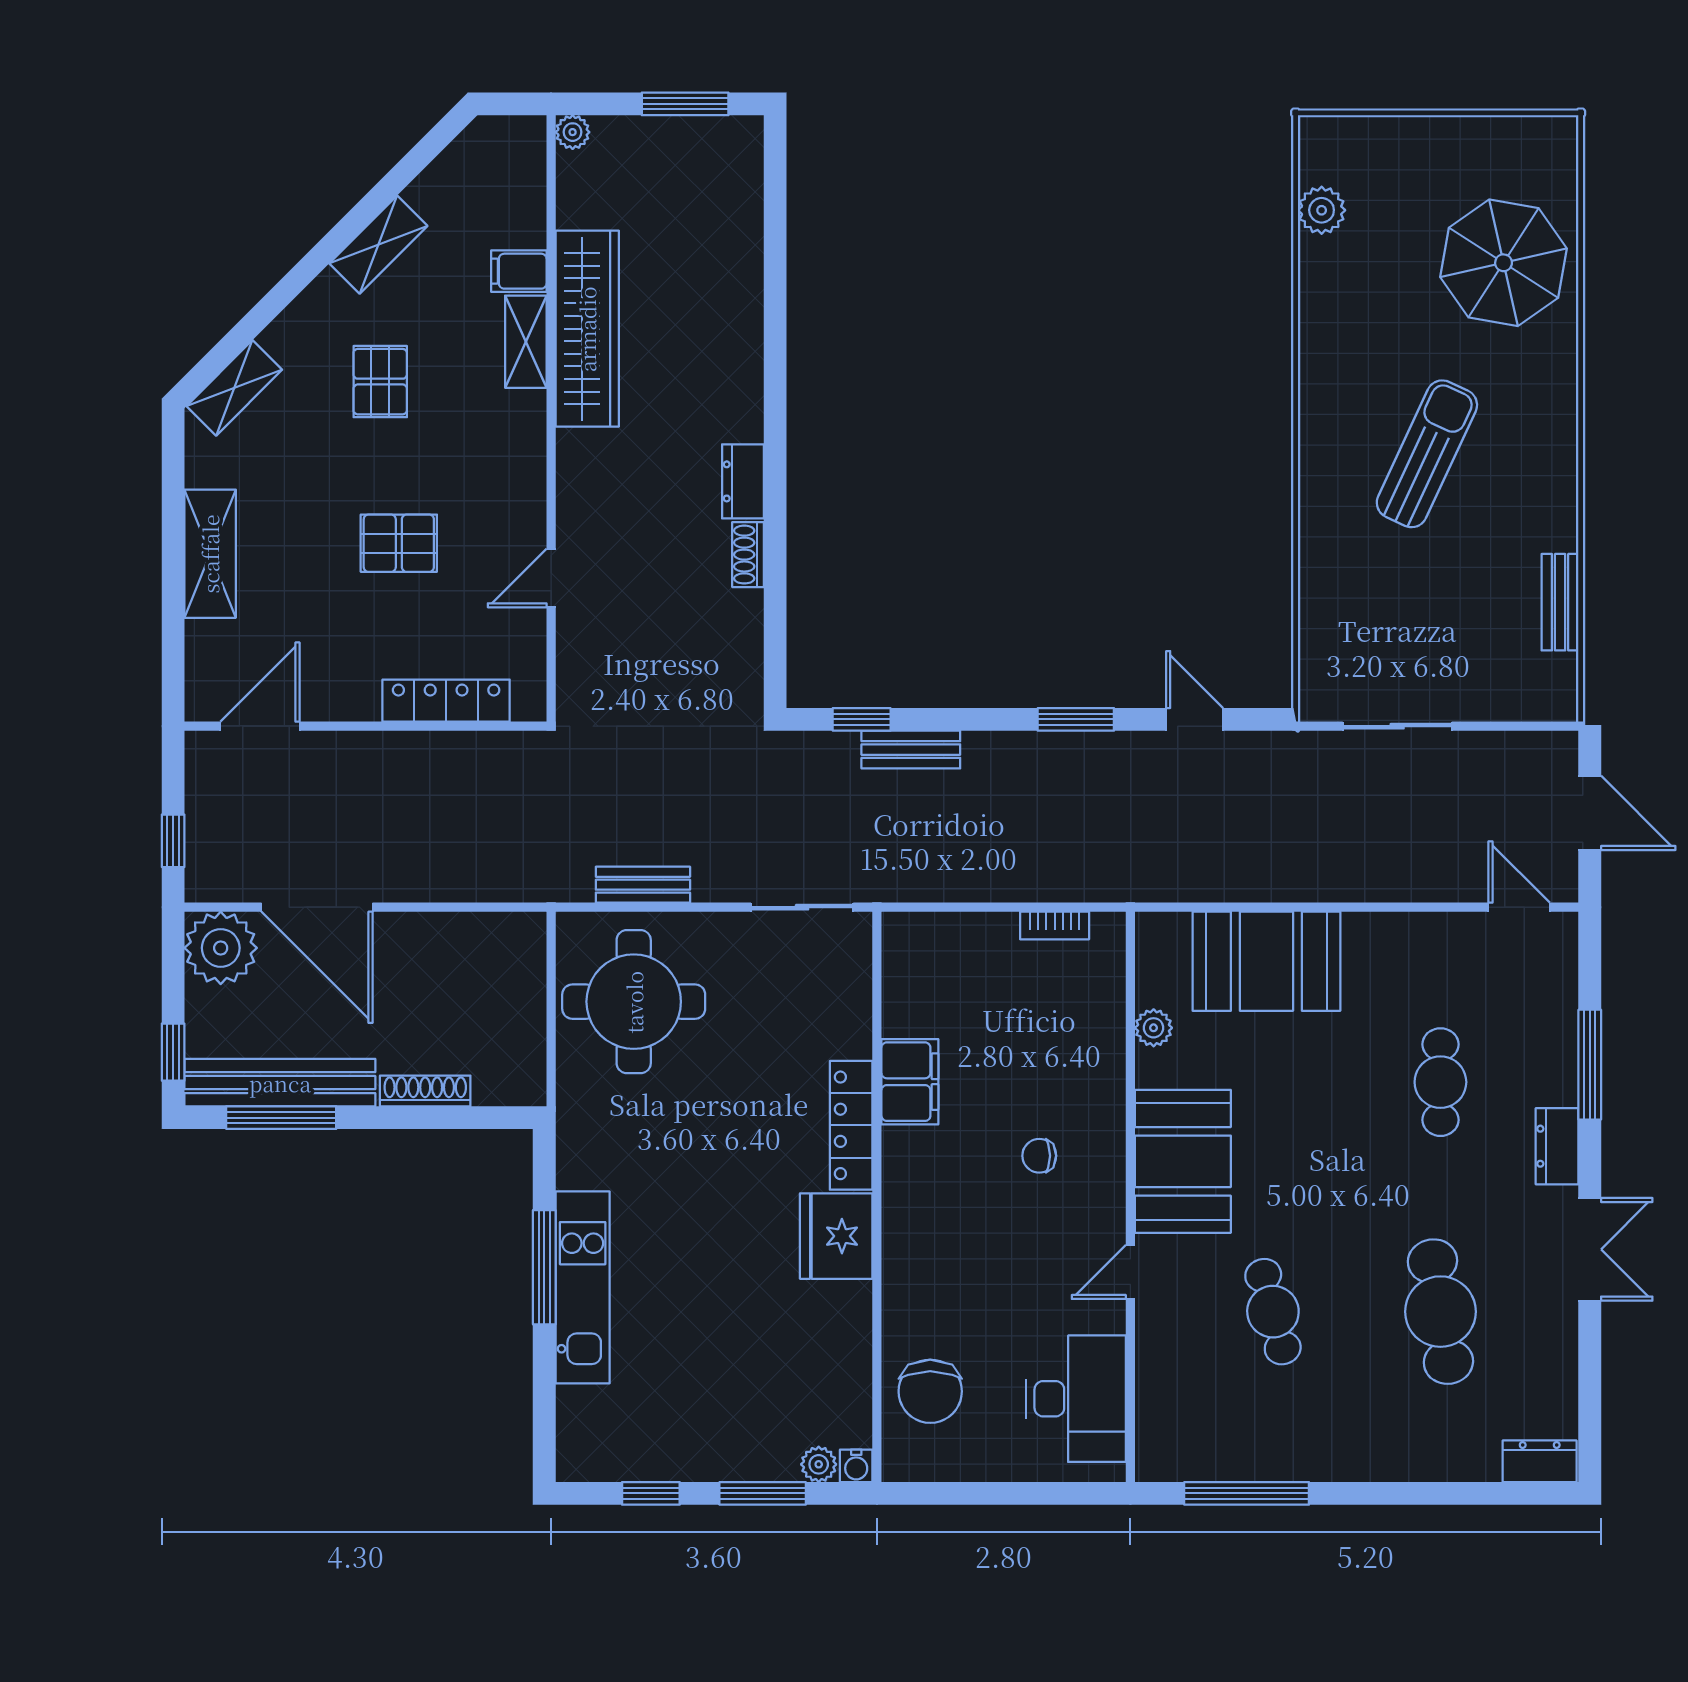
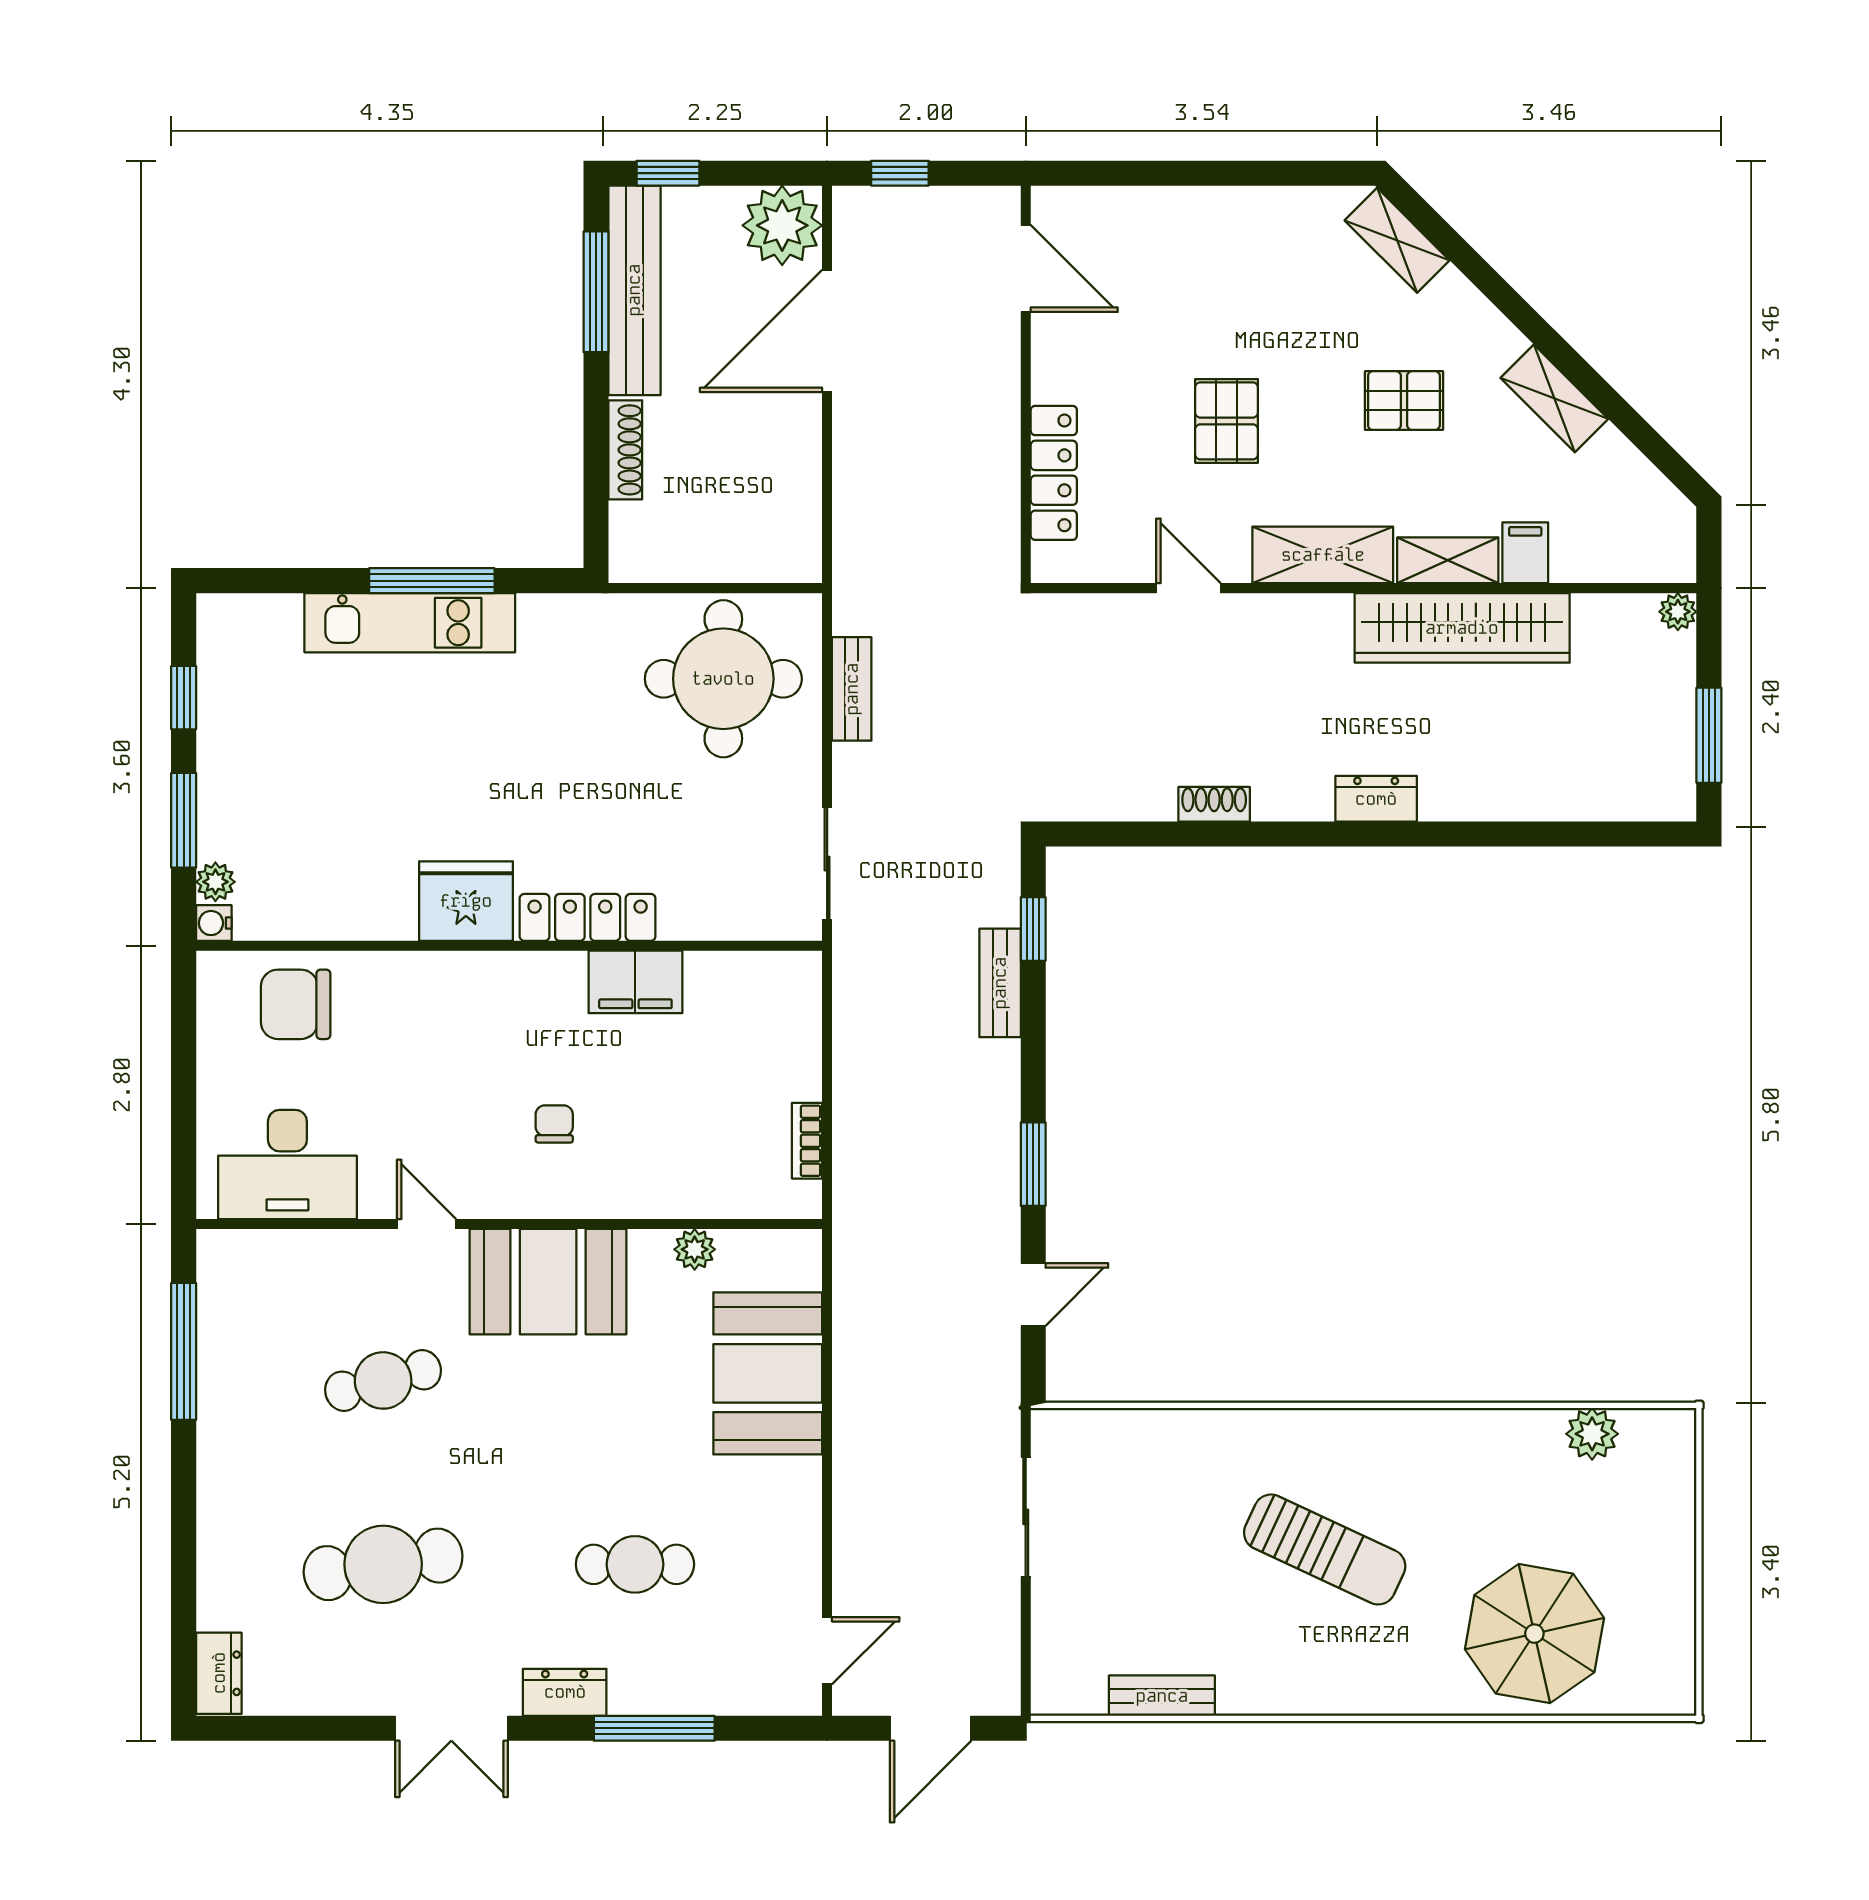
dresser: (743, 481) -> (1376, 799), moved
shelving: (210, 554) -> (1323, 555), moved

